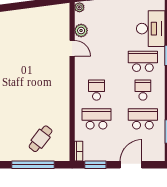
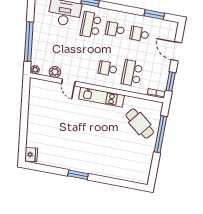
door: (72, 48) -> (68, 82), swing flipped
kitchen unit: (62, 89) -> (101, 97), added
school desk: (143, 119) -> (139, 34), width x0.54
cafe table: (41, 139) -> (140, 124), width x1.37, depth x1.35

